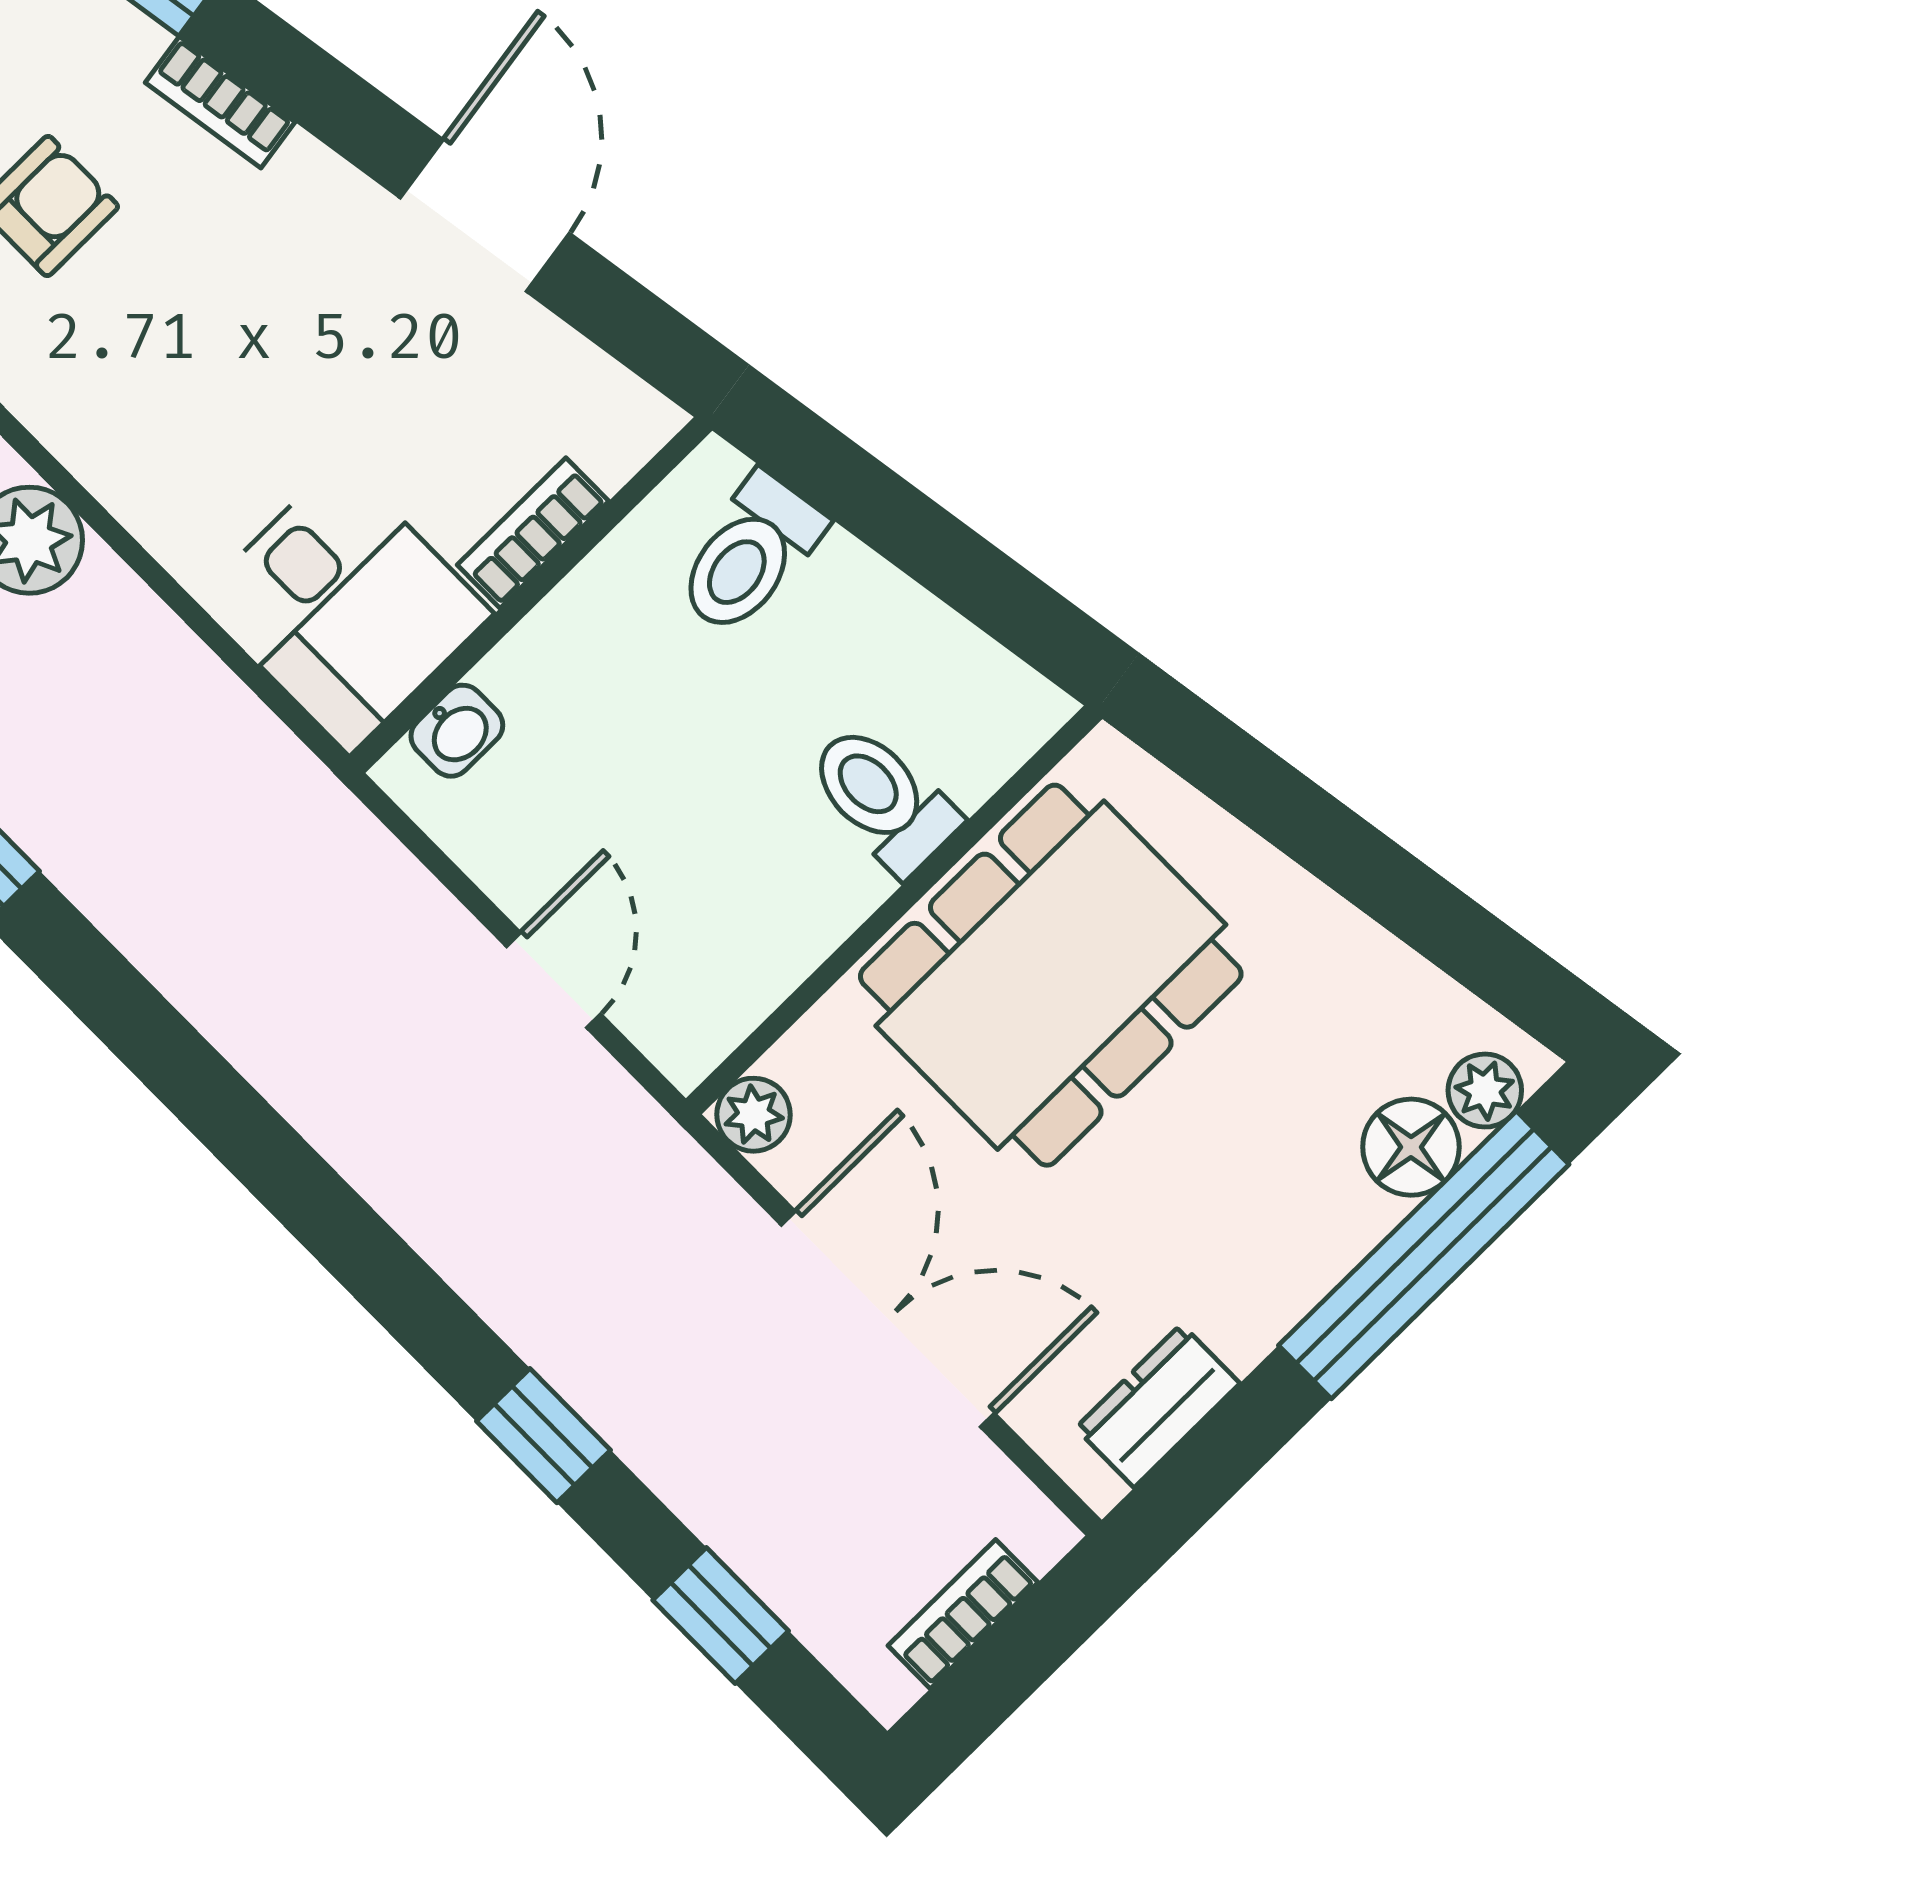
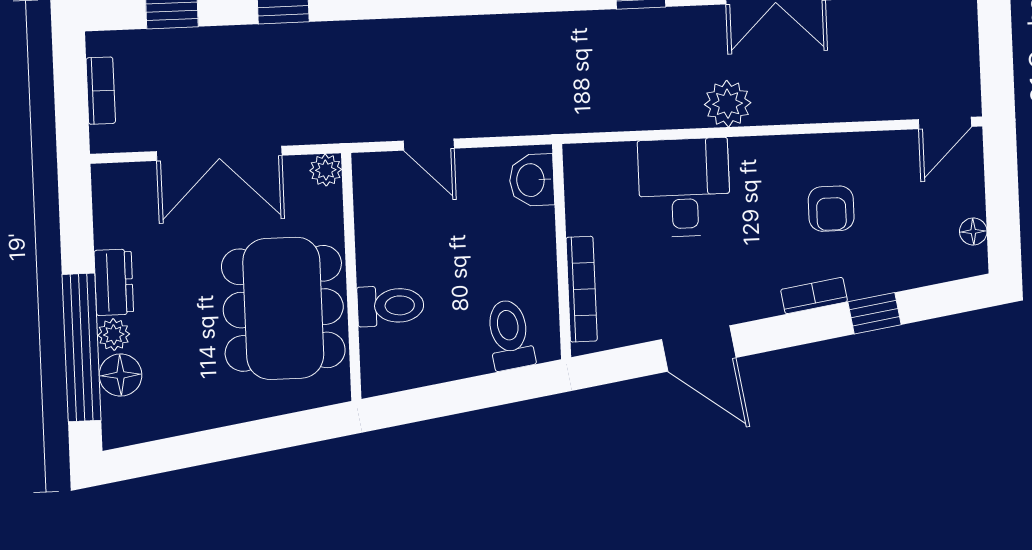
bookcase: (533, 533) -> (582, 289), width x1.56
desk: (345, 607) -> (684, 187), moved, turned 90
washbasin: (457, 731) -> (532, 180), width x1.38, depth x1.45
plant: (1485, 1091) -> (114, 335), moved
dresser: (1158, 1406) -> (114, 282), moved

